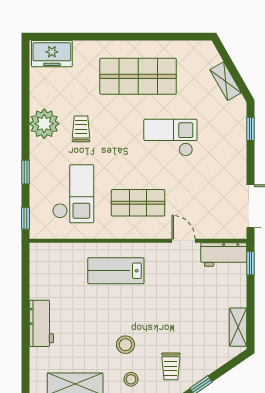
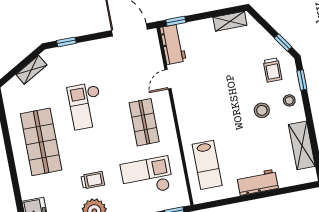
trolley: (81, 129) -> (93, 180), turned 180
lab bench: (116, 271) -> (207, 165), moved
trolley: (171, 366) -> (273, 70), turned 90

